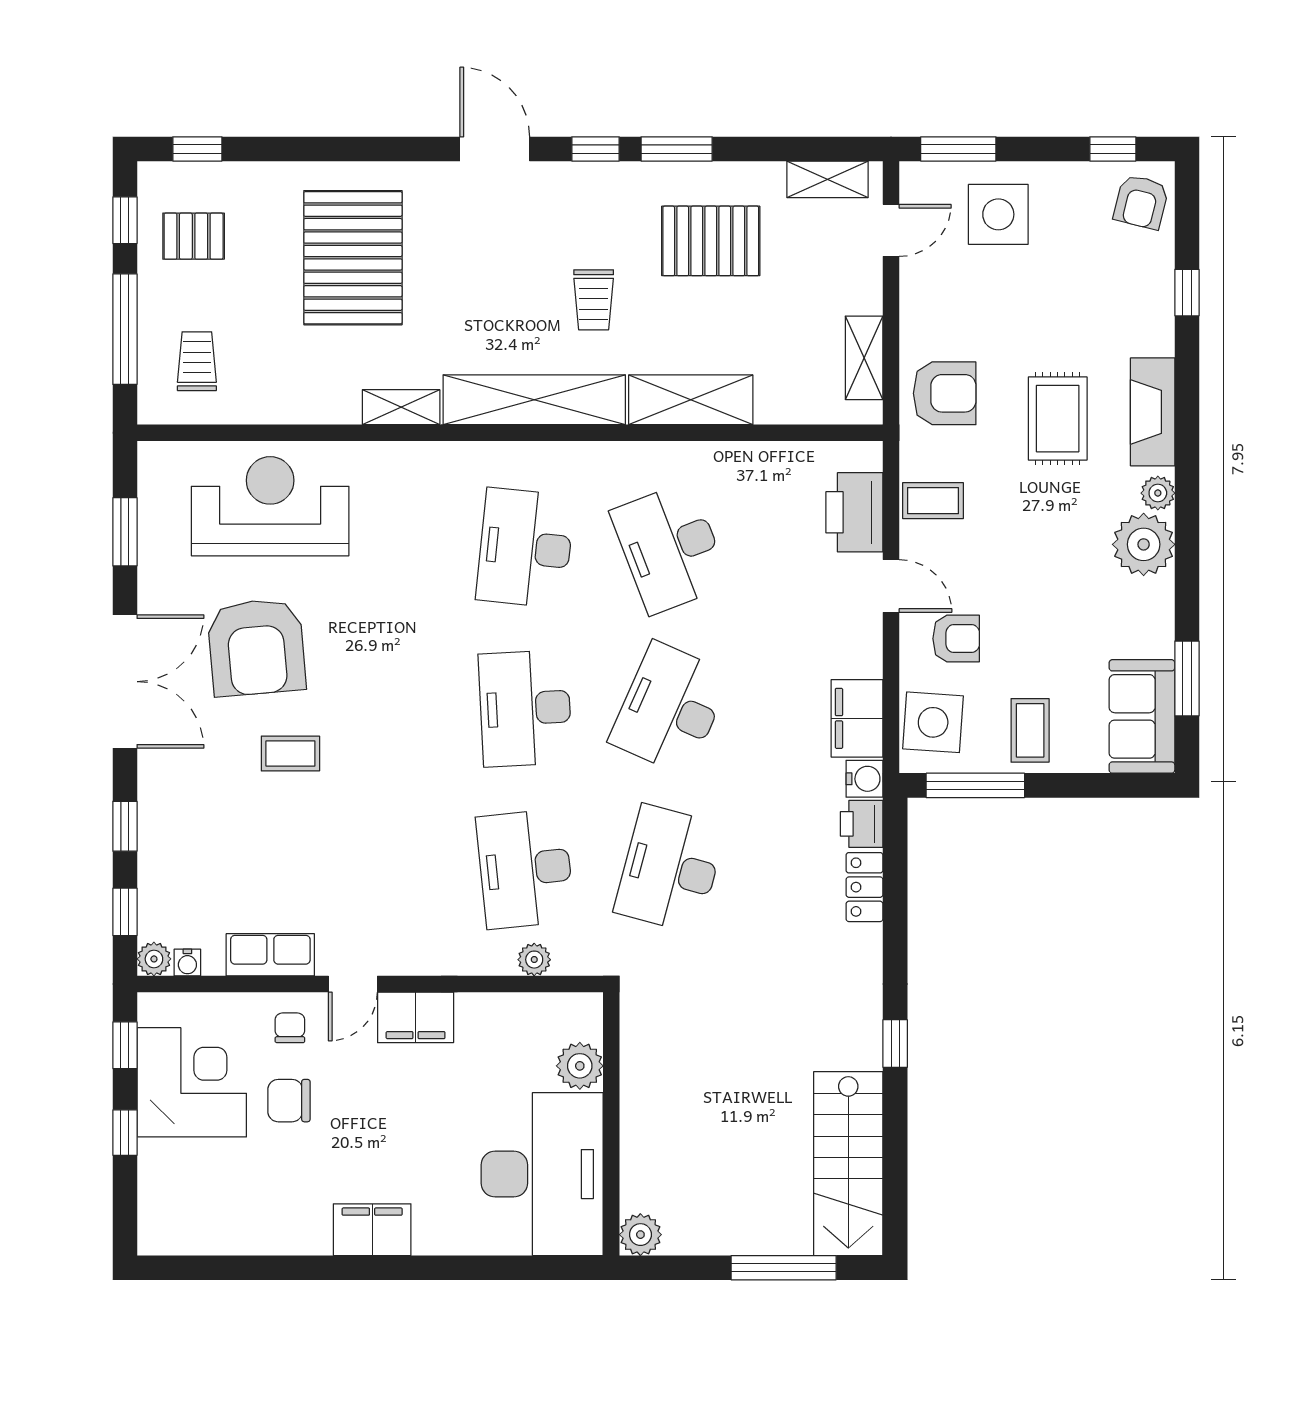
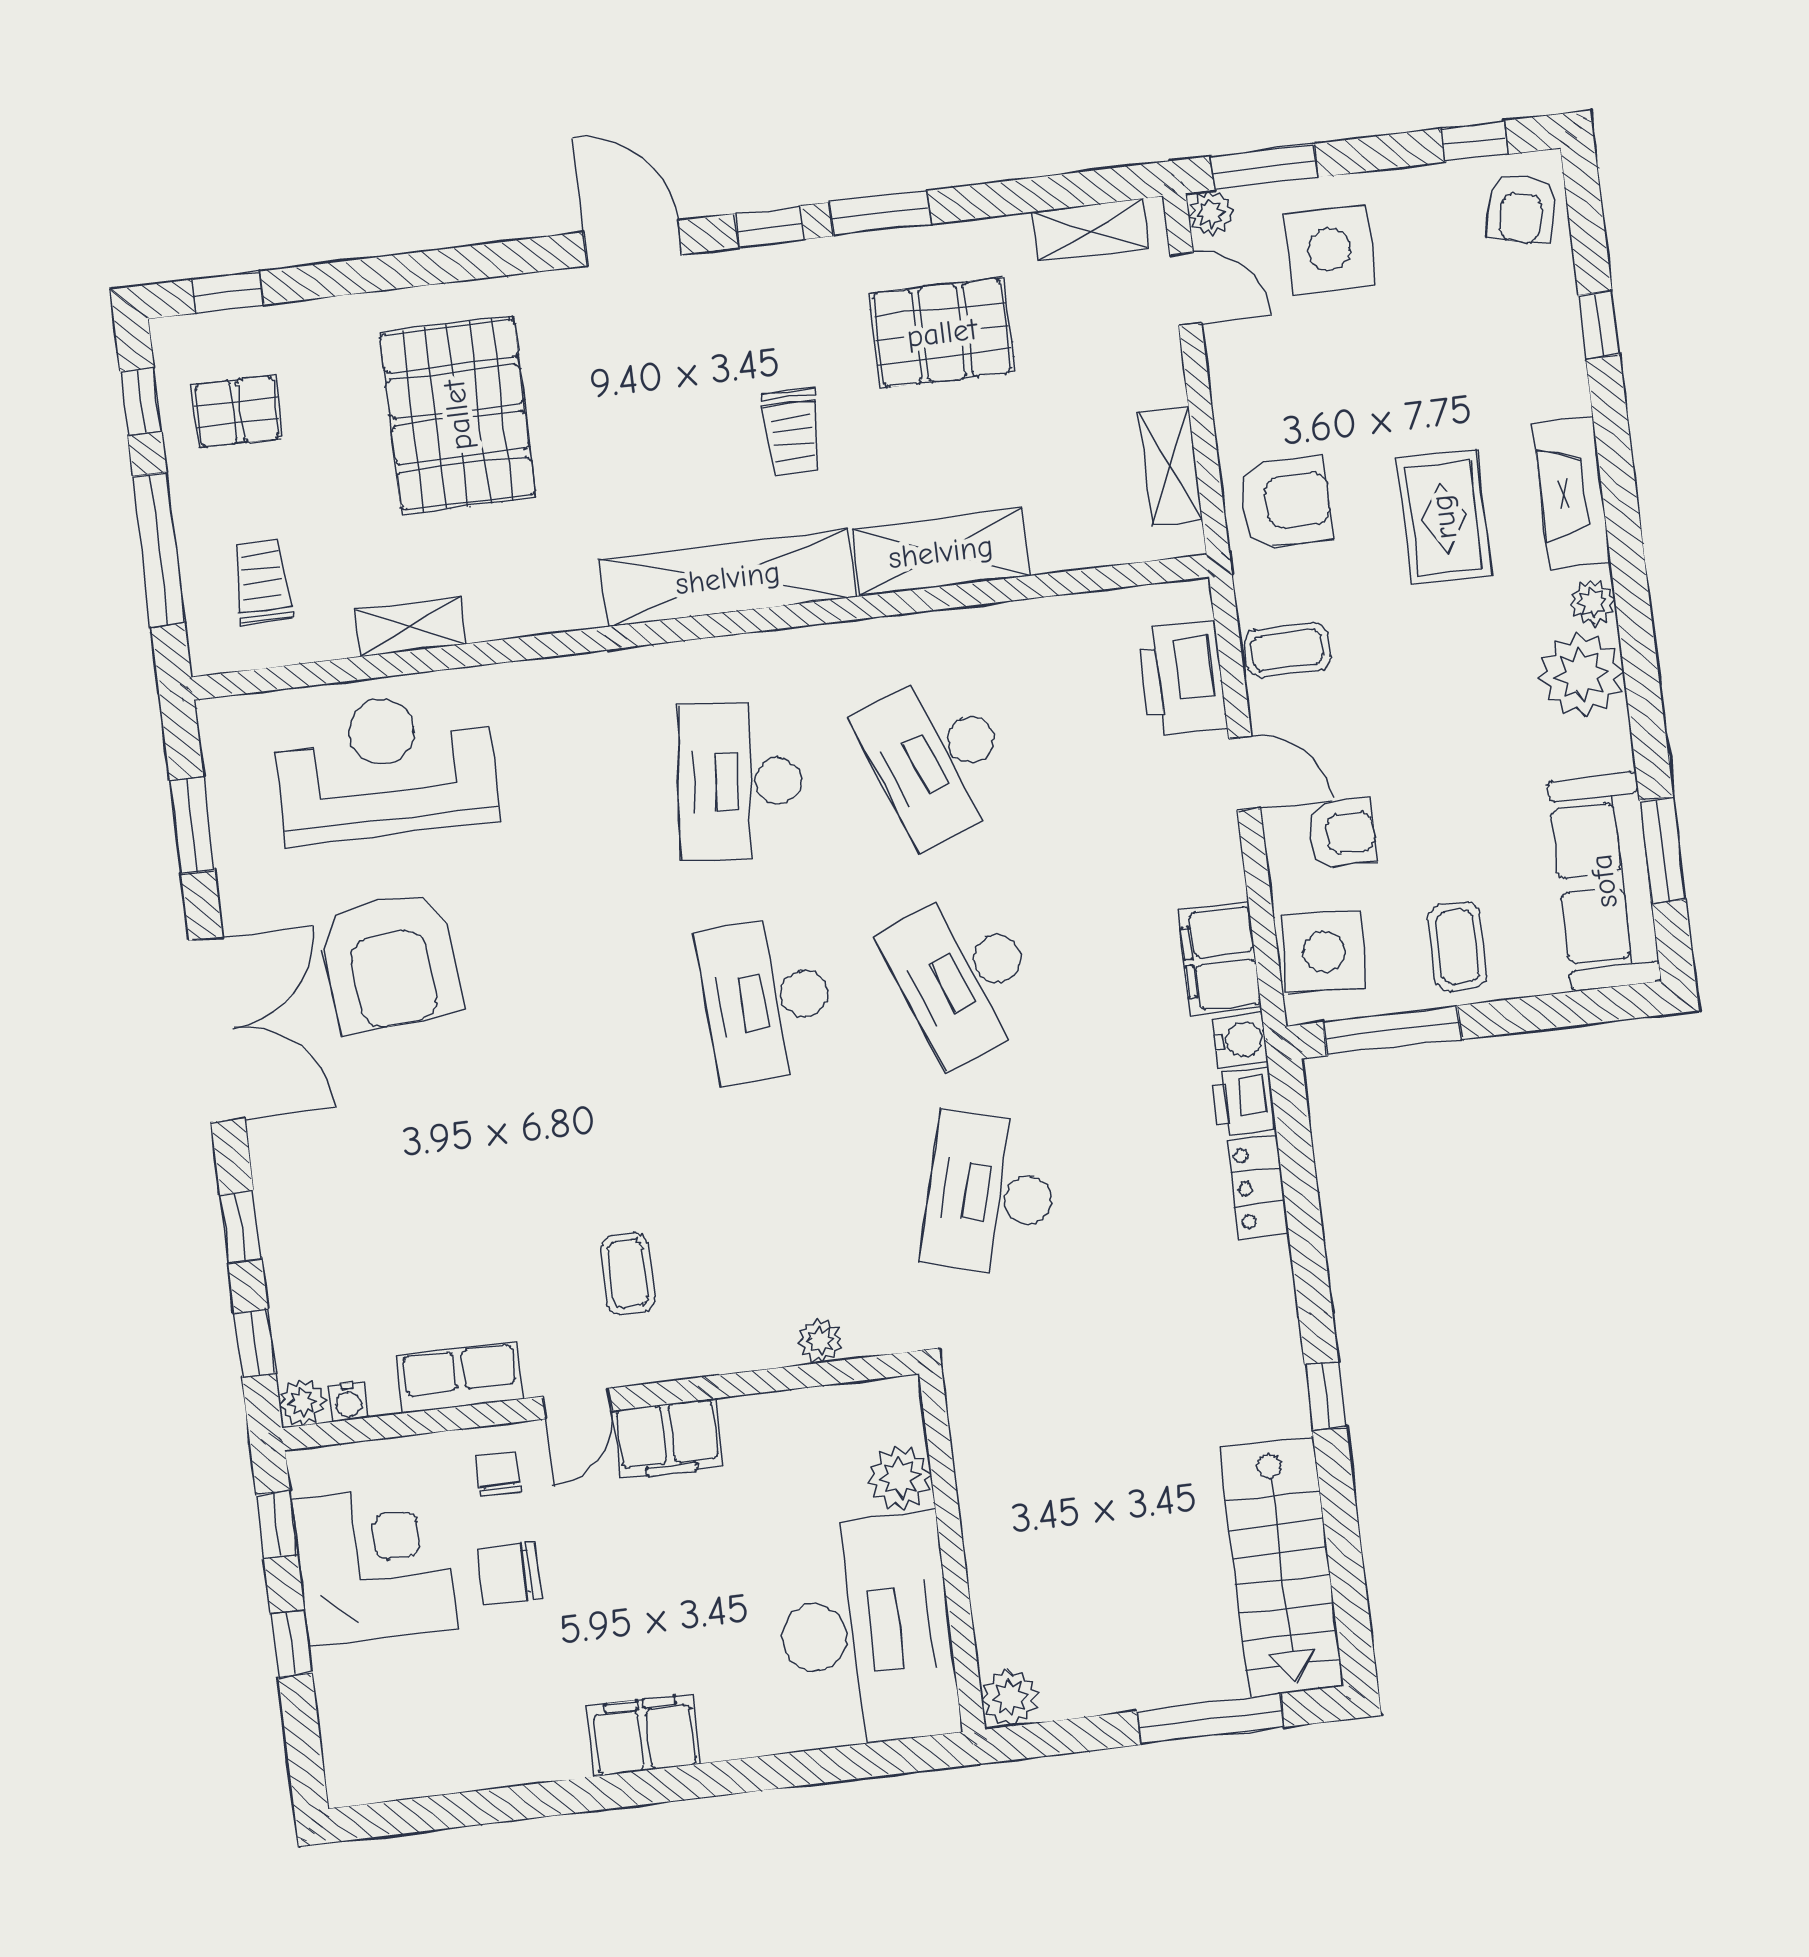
plant: (916, 178) -> (1211, 213), added
door: (891, 230) -> (1186, 289), hinge flipped
shelving: (401, 407) -> (411, 627), moved
desk: (670, 708) -> (964, 976), turned -45
sofa: (1142, 716) -> (1604, 881), width x1.36
coffee table: (290, 753) -> (628, 1274), moved, turned 90
desk: (525, 869) -> (793, 1218), removed

